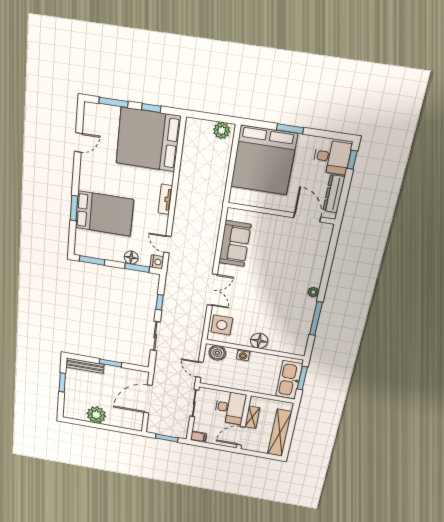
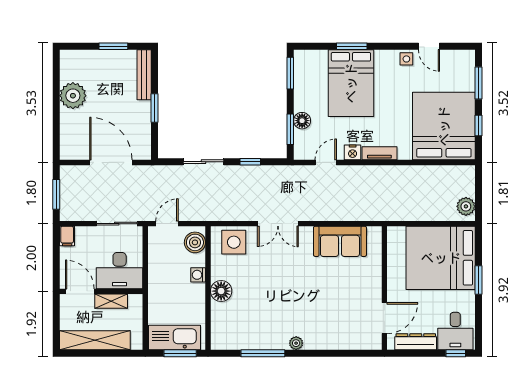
side table: (88, 164) -> (406, 59), added
nightstand: (157, 262) -> (353, 152), moved

